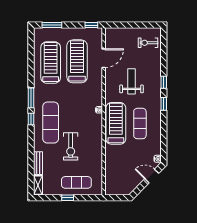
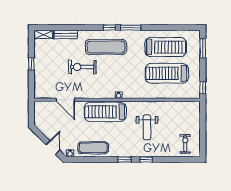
door: (104, 58) -> (65, 100), moved
treadmill: (77, 61) -> (167, 73), turned 180
weight bench: (132, 81) -> (147, 127), turned 90
treadmill: (116, 123) -> (105, 112), turned 180
exercise mat: (140, 124) -> (93, 148), moved
exercise mat: (76, 182) -> (47, 73), removed

